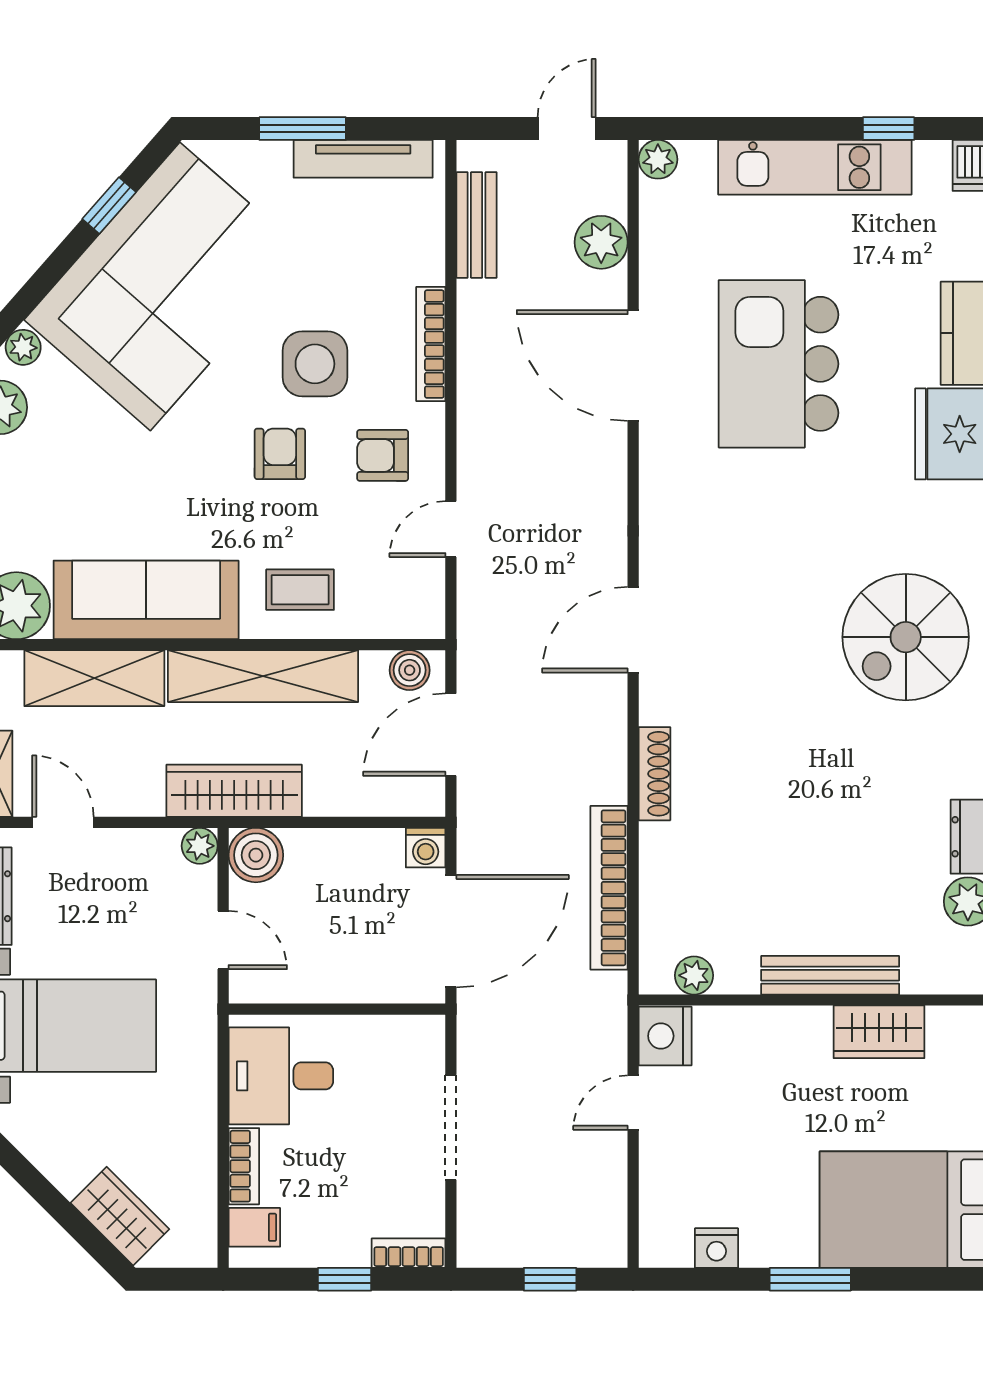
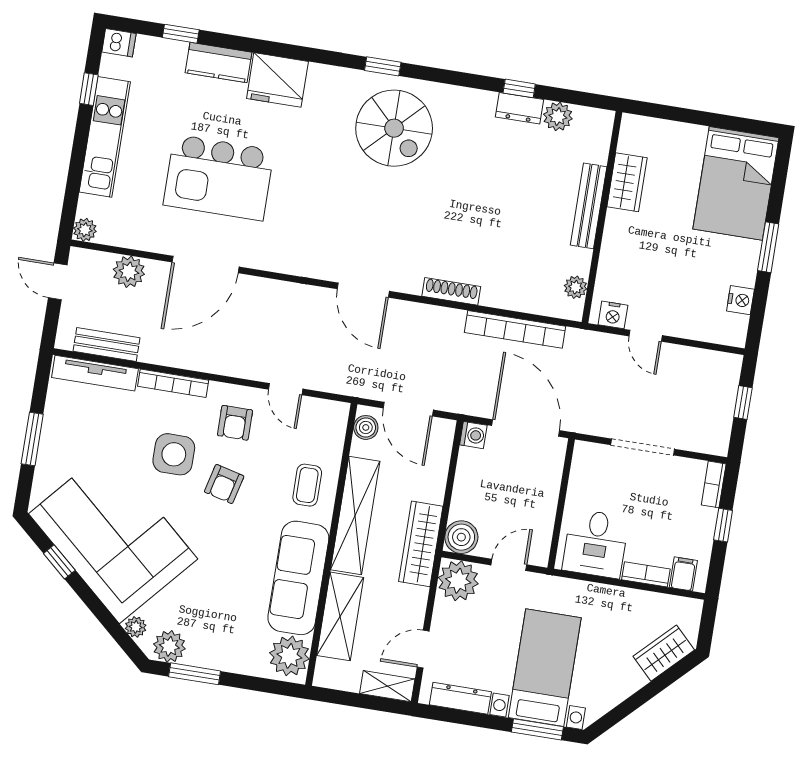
tv unit: (363, 159) -> (95, 373), moved, turned 90
armchair: (280, 454) -> (224, 484), turned -76
plant: (200, 846) -> (458, 581), width x1.87, depth x1.87
nightstand: (665, 1036) -> (613, 315), width x0.74, depth x0.75

